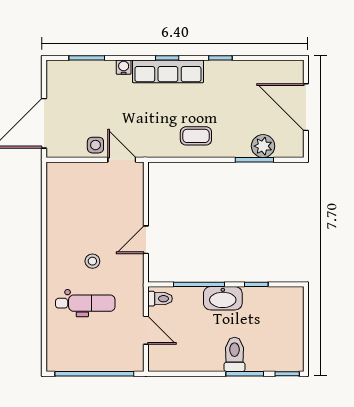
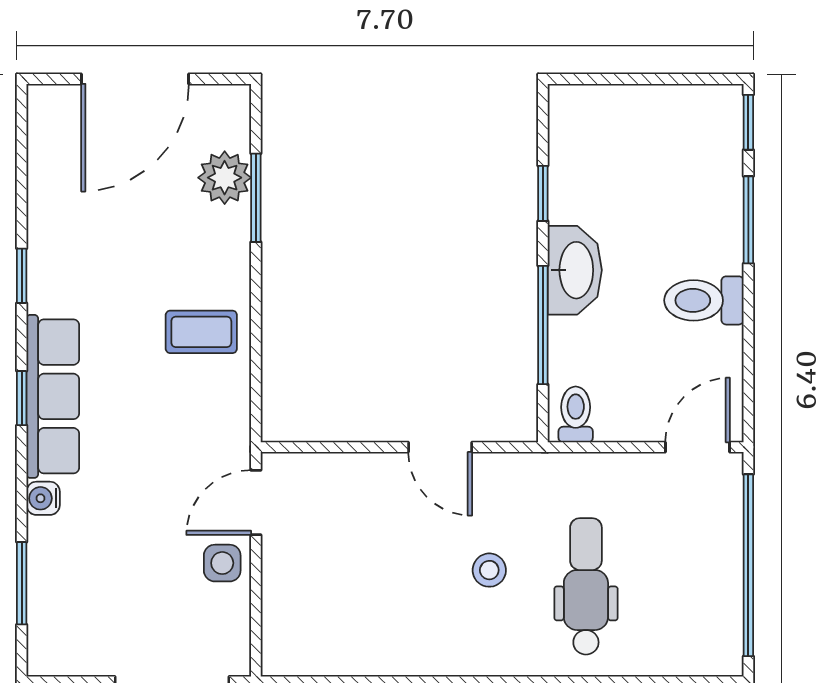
coffee table: (196, 136) -> (201, 332), turned 90
door: (146, 330) -> (698, 447), moved
toilet: (235, 354) -> (704, 300), moved

